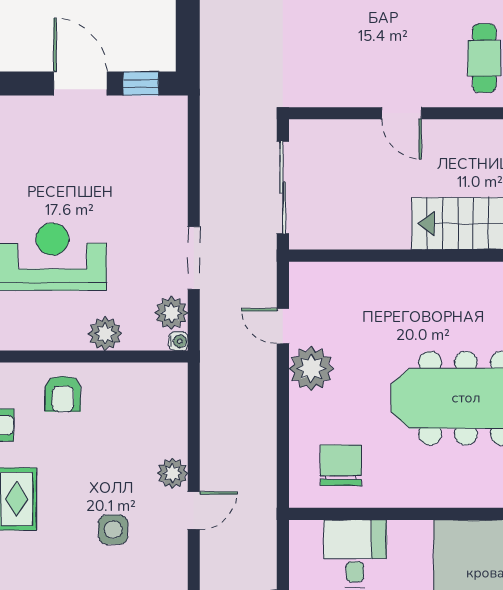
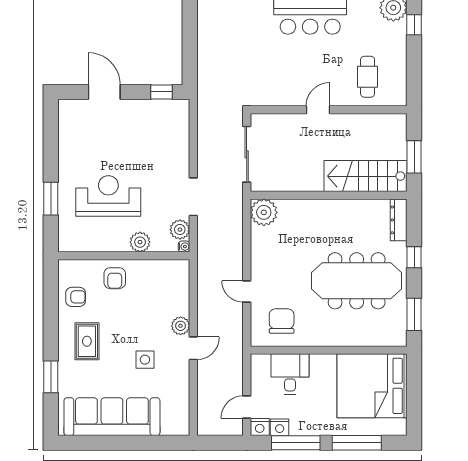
door: (80, 84) -> (104, 92), moved
door: (402, 113) -> (318, 110), swing flipped
door: (283, 326) -> (247, 291), moved
plant: (311, 368) -> (264, 212), moved

